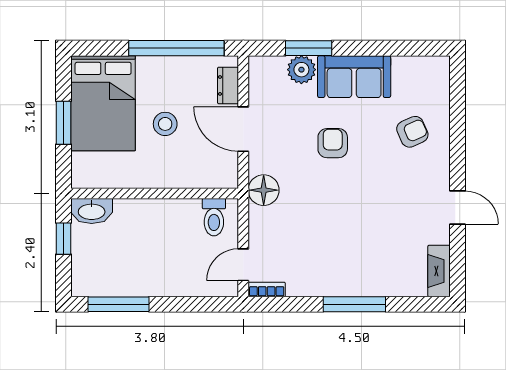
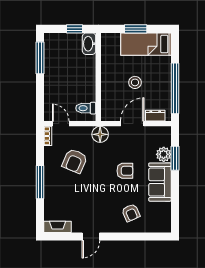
bed: (103, 103) -> (146, 44), width x0.67
armchair: (314, 238) -> (75, 161), added

